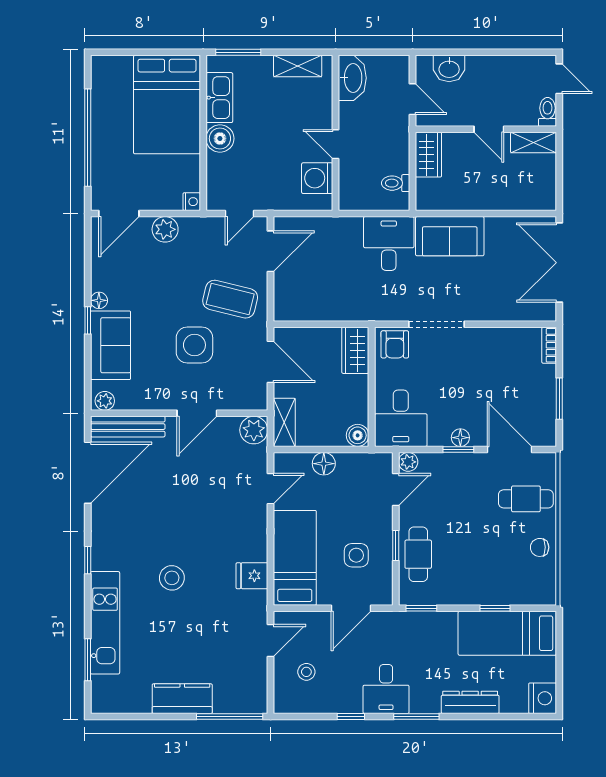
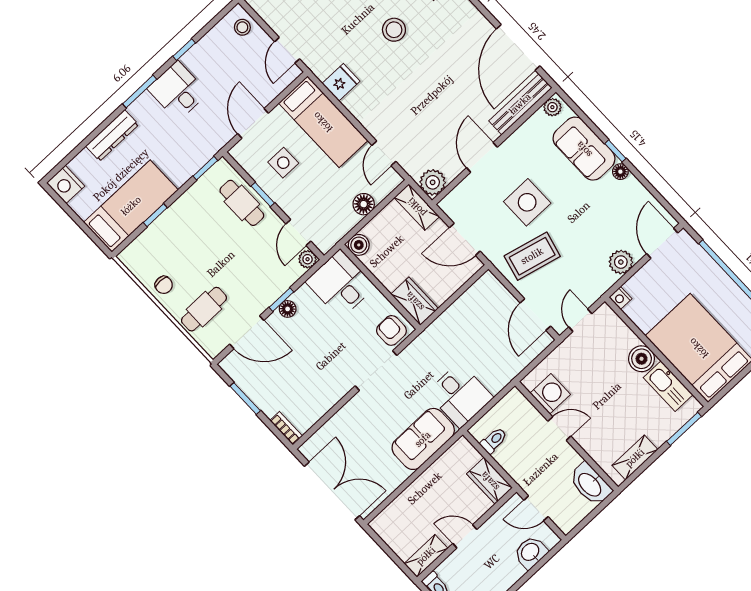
chair: (540, 547) -> (164, 285), turned 91
stool: (306, 672) -> (242, 27), moved

